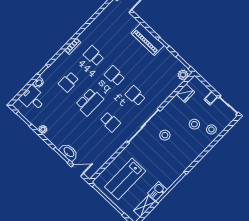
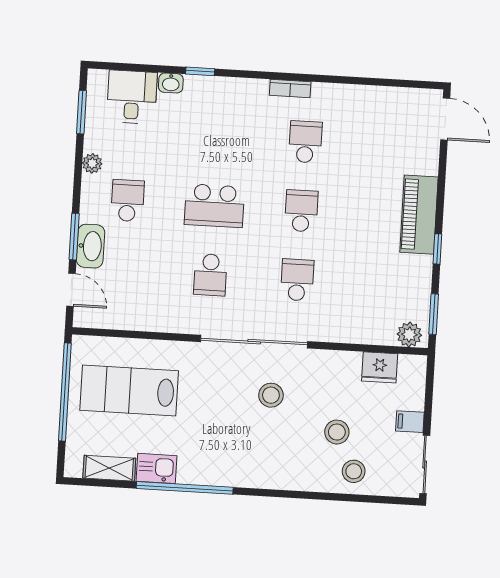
school desk: (69, 82) -> (128, 201), moved, turned 90

